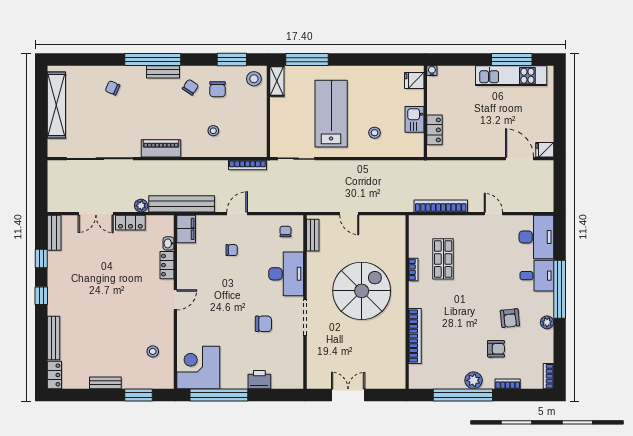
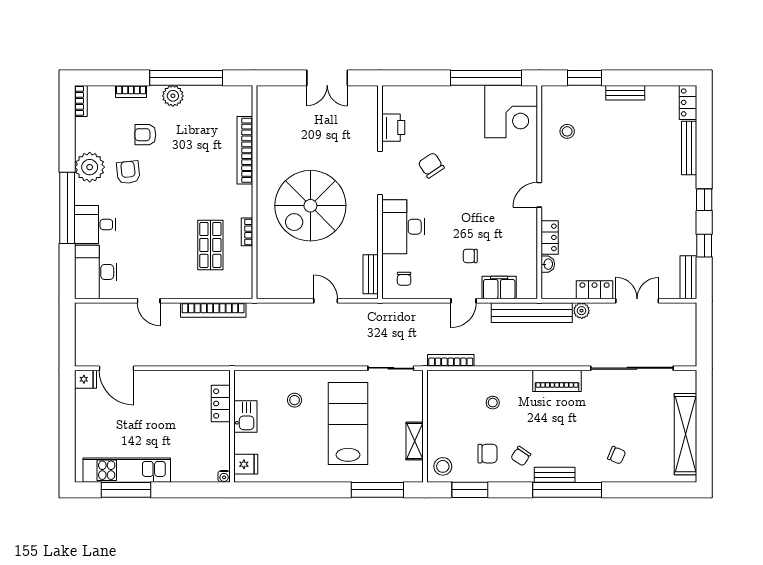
shelving: (277, 81) -> (415, 441), moved
chair: (218, 89) -> (488, 454), turned 90
lab bench: (331, 114) -> (348, 423), turned 180
filing cabinet: (186, 229) -> (499, 288), moved, turned 90
plant: (547, 322) -> (90, 167), width x1.88, depth x1.88
chair: (263, 324) -> (431, 165), turned 56
printer: (259, 380) -> (393, 128), moved, turned -90

